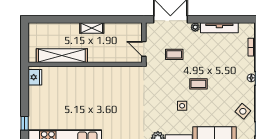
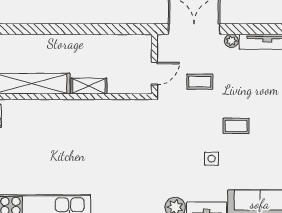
shelving: (92, 28) -> (89, 86), moved
door: (144, 49) -> (154, 73), swing flipped

